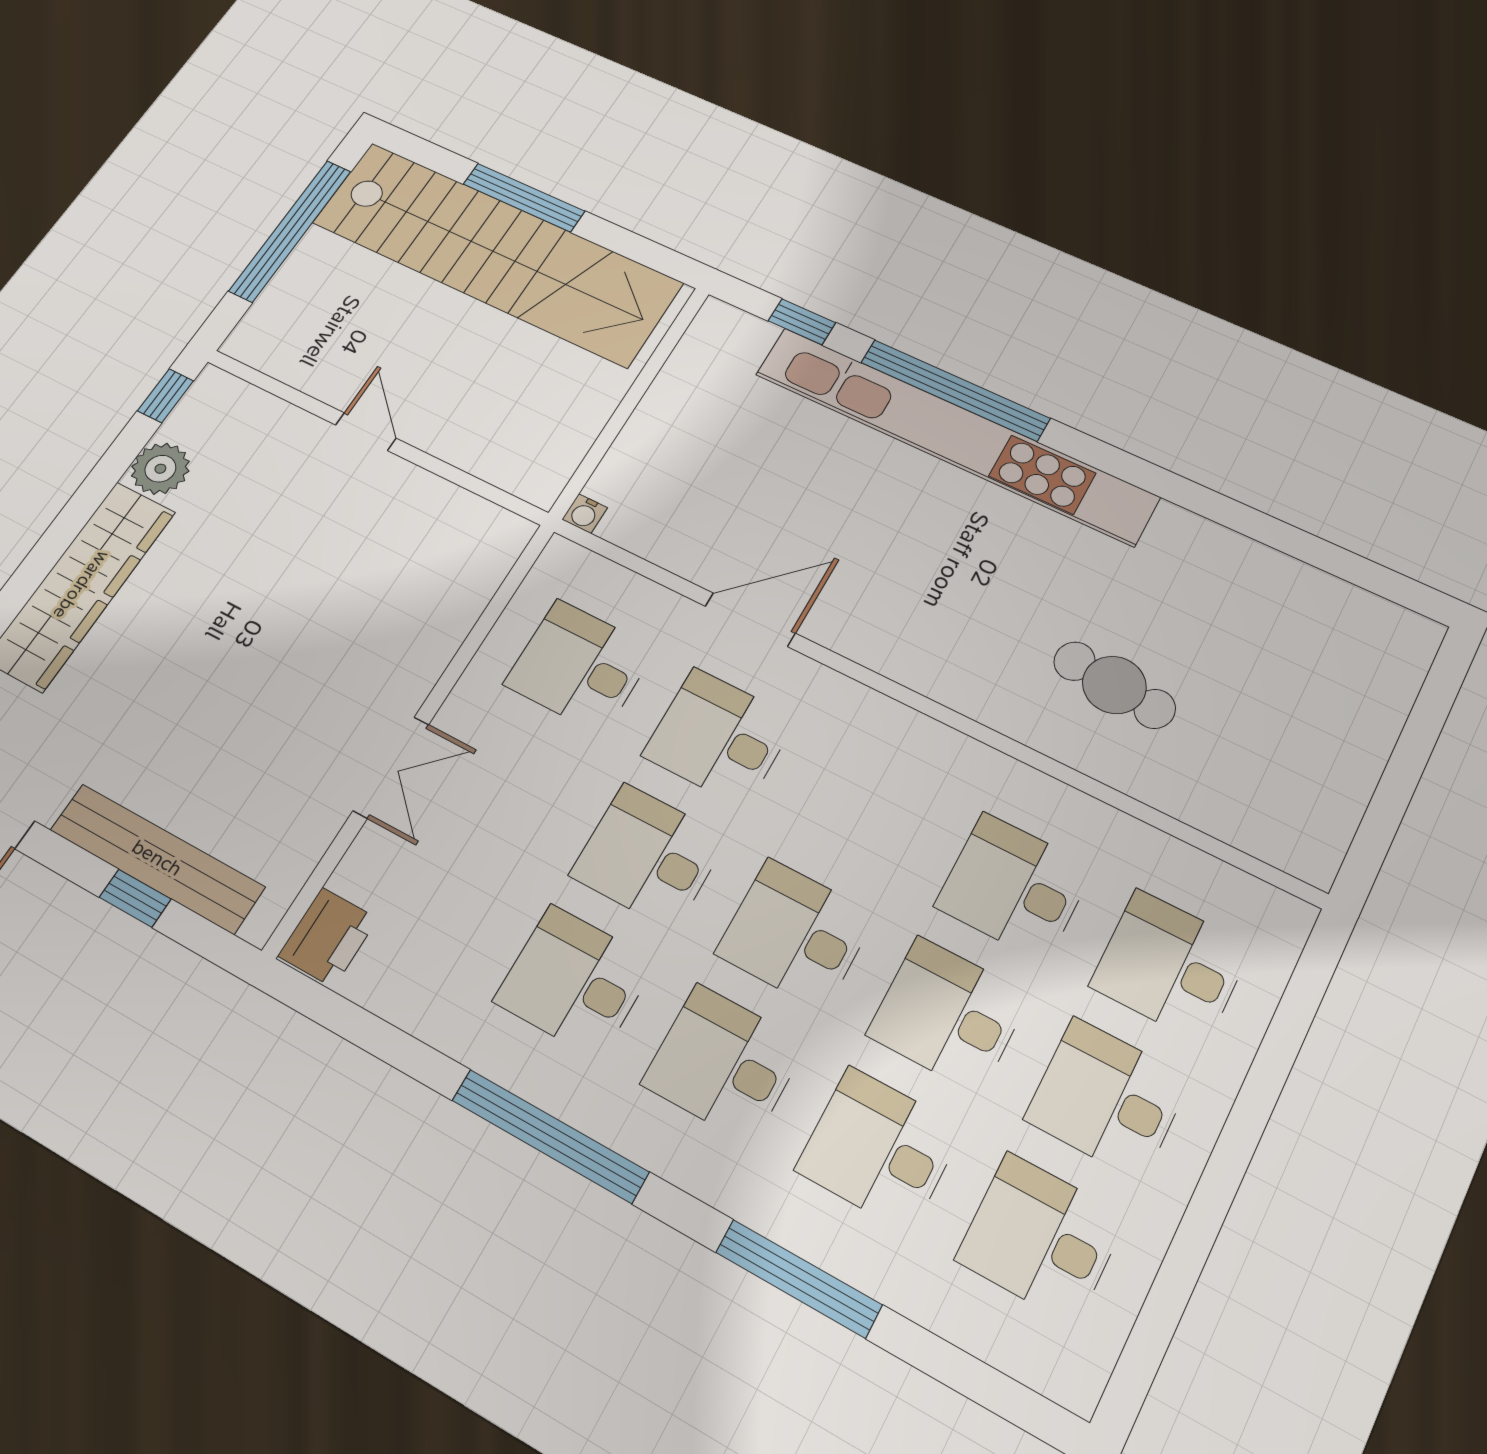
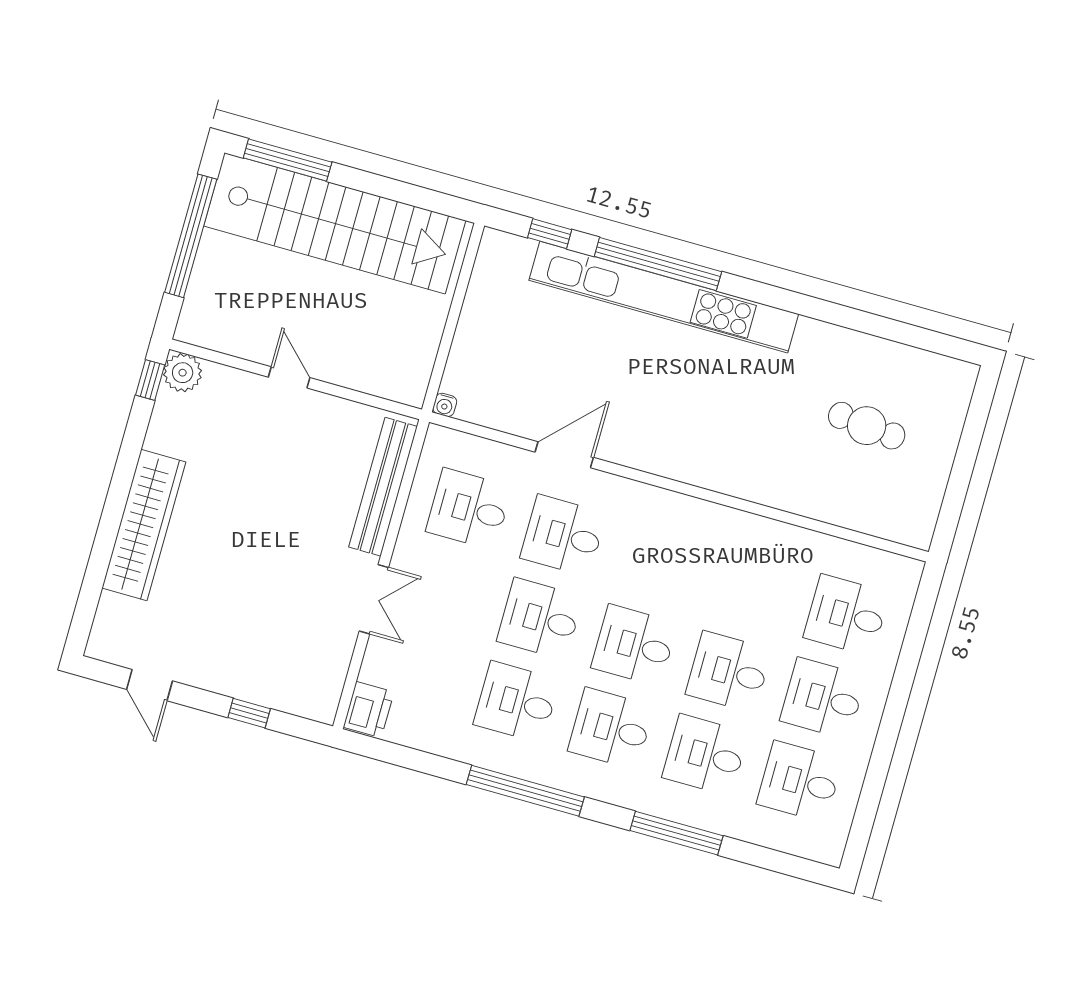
window: (524, 198) -> (288, 160), moved
plant: (160, 469) -> (183, 373), moved
cafe table: (1114, 685) -> (867, 426), moved
bench: (157, 858) -> (383, 487), moved, turned 90
desk: (1014, 887) -> (752, 589), removed

